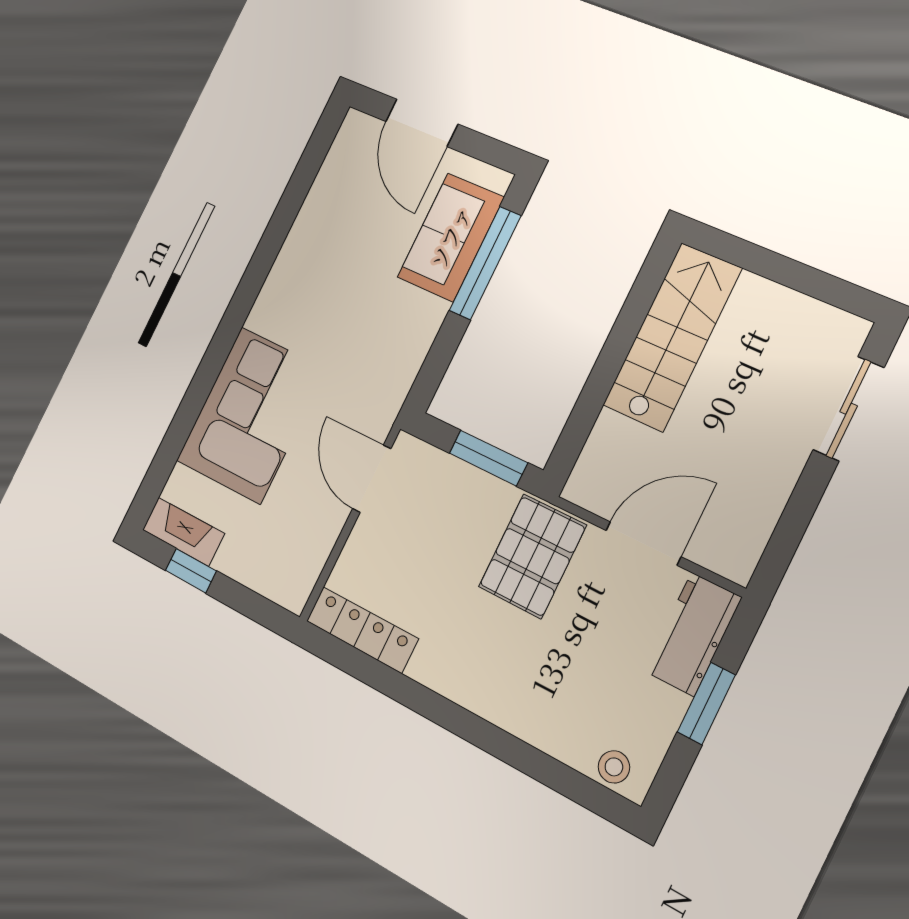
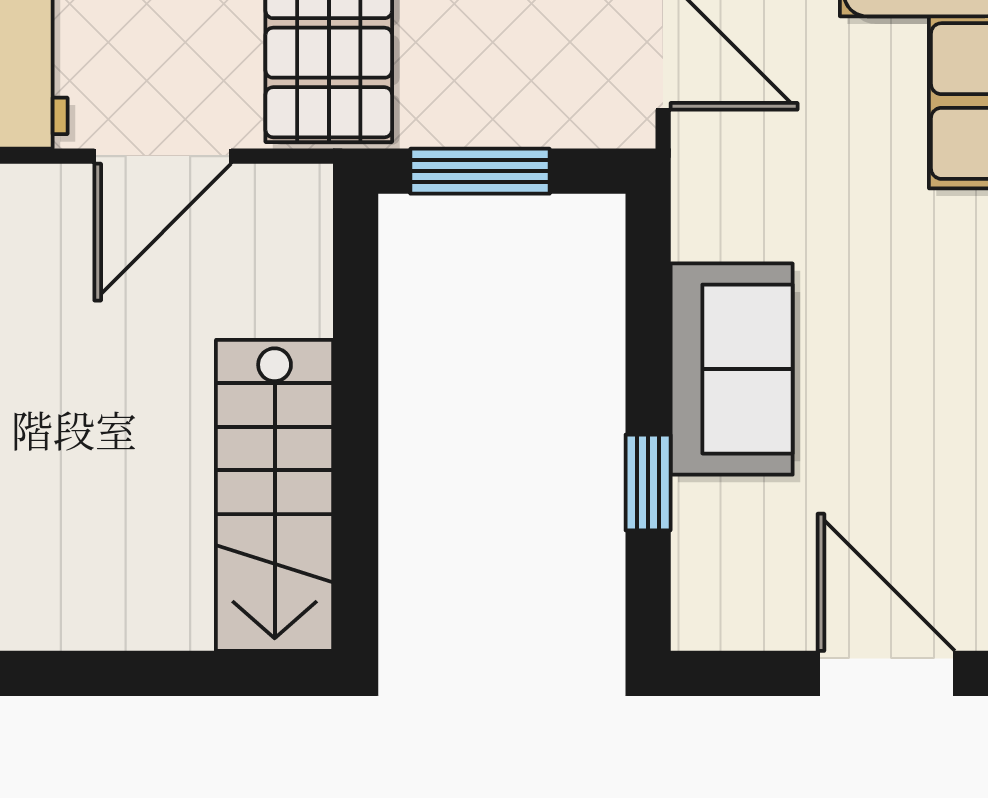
sofa: (451, 237) -> (732, 369), moved
window: (485, 263) -> (648, 483), width x0.46

